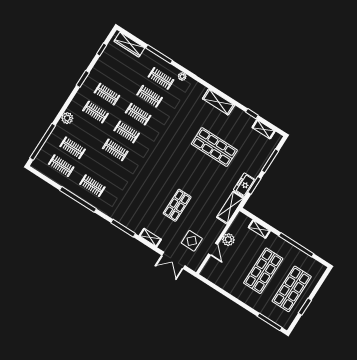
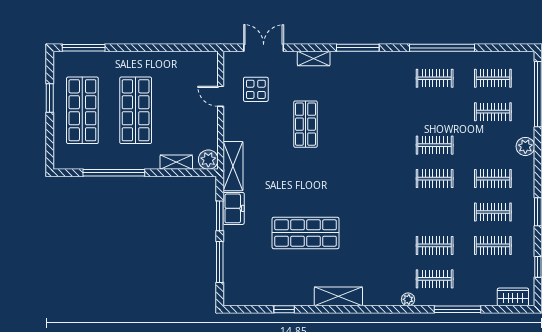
wardrobe: (129, 45) -> (513, 297), width x0.67
clothes rail: (138, 114) -> (493, 245), moved
shelving: (264, 129) -> (255, 298), removed
plant: (228, 240) -> (208, 160), moved

